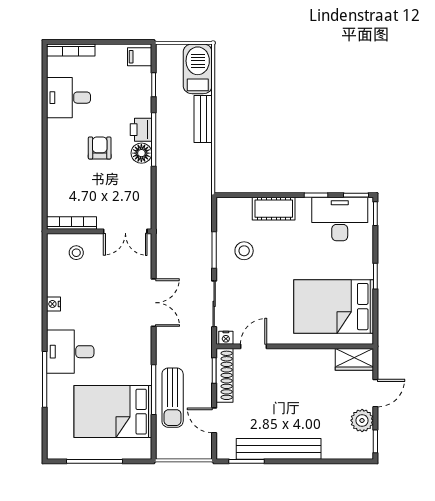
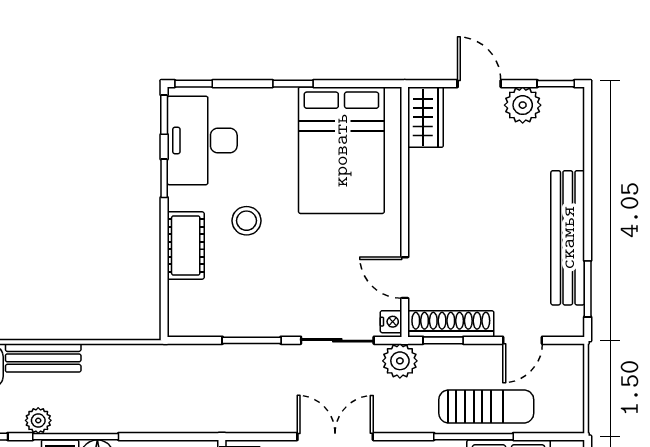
plant: (164, 116) -> (38, 420), added
stool: (244, 251) -> (247, 221), moved
plant: (201, 343) -> (400, 361), added

